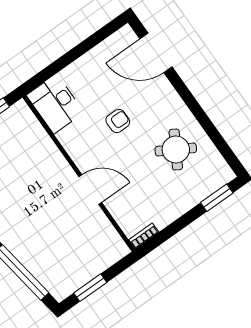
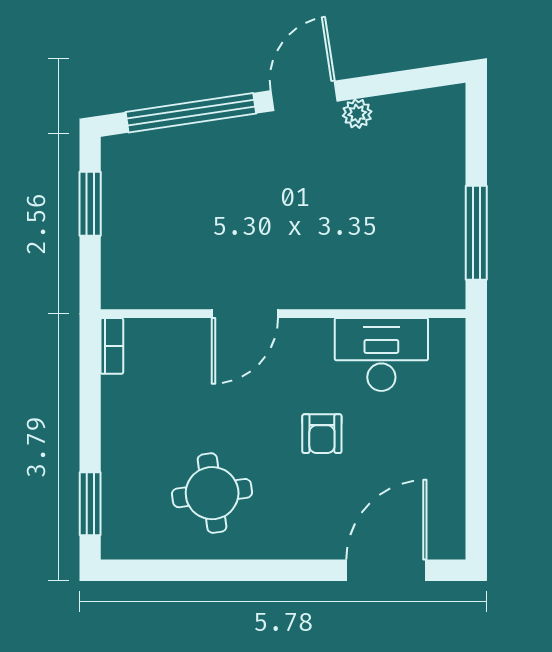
desk: (55, 104) -> (381, 355), moved
round table: (176, 150) -> (212, 493), turned -38

